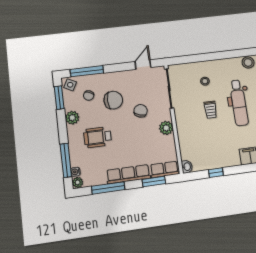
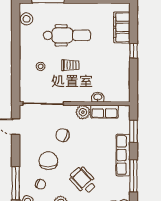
wheelchair: (98, 137) -> (83, 180), turned 137
washbasin: (187, 167) -> (98, 97), moved
row of seats: (164, 169) -> (104, 112), moved, turned -90
window: (216, 173) -> (133, 51), moved

